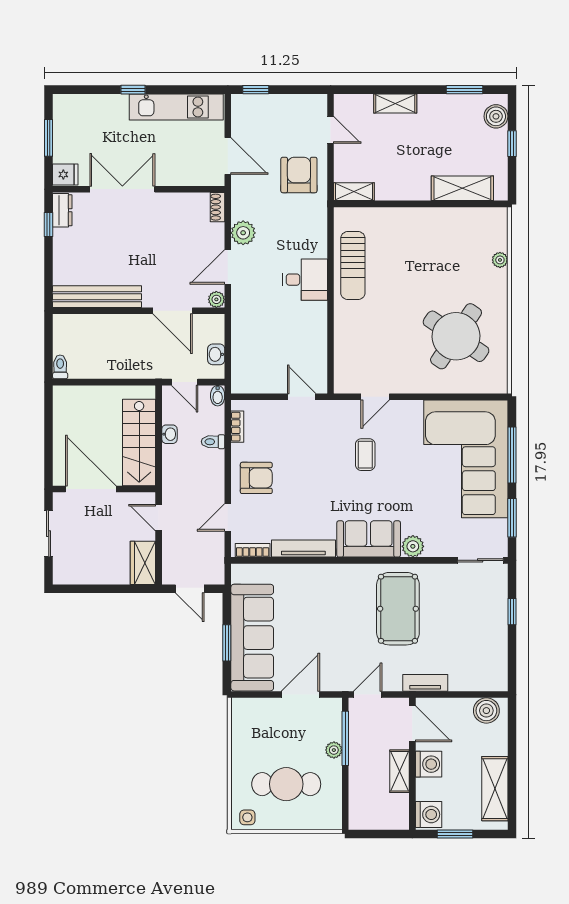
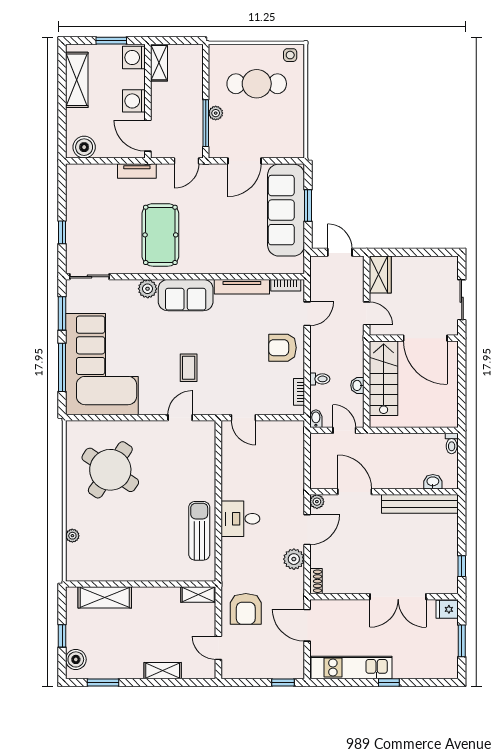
dresser: (62, 210) -> (450, 579), removed
washbasin: (216, 354) -> (433, 482), moved, turned -90
shelving: (400, 771) -> (159, 63), moved

